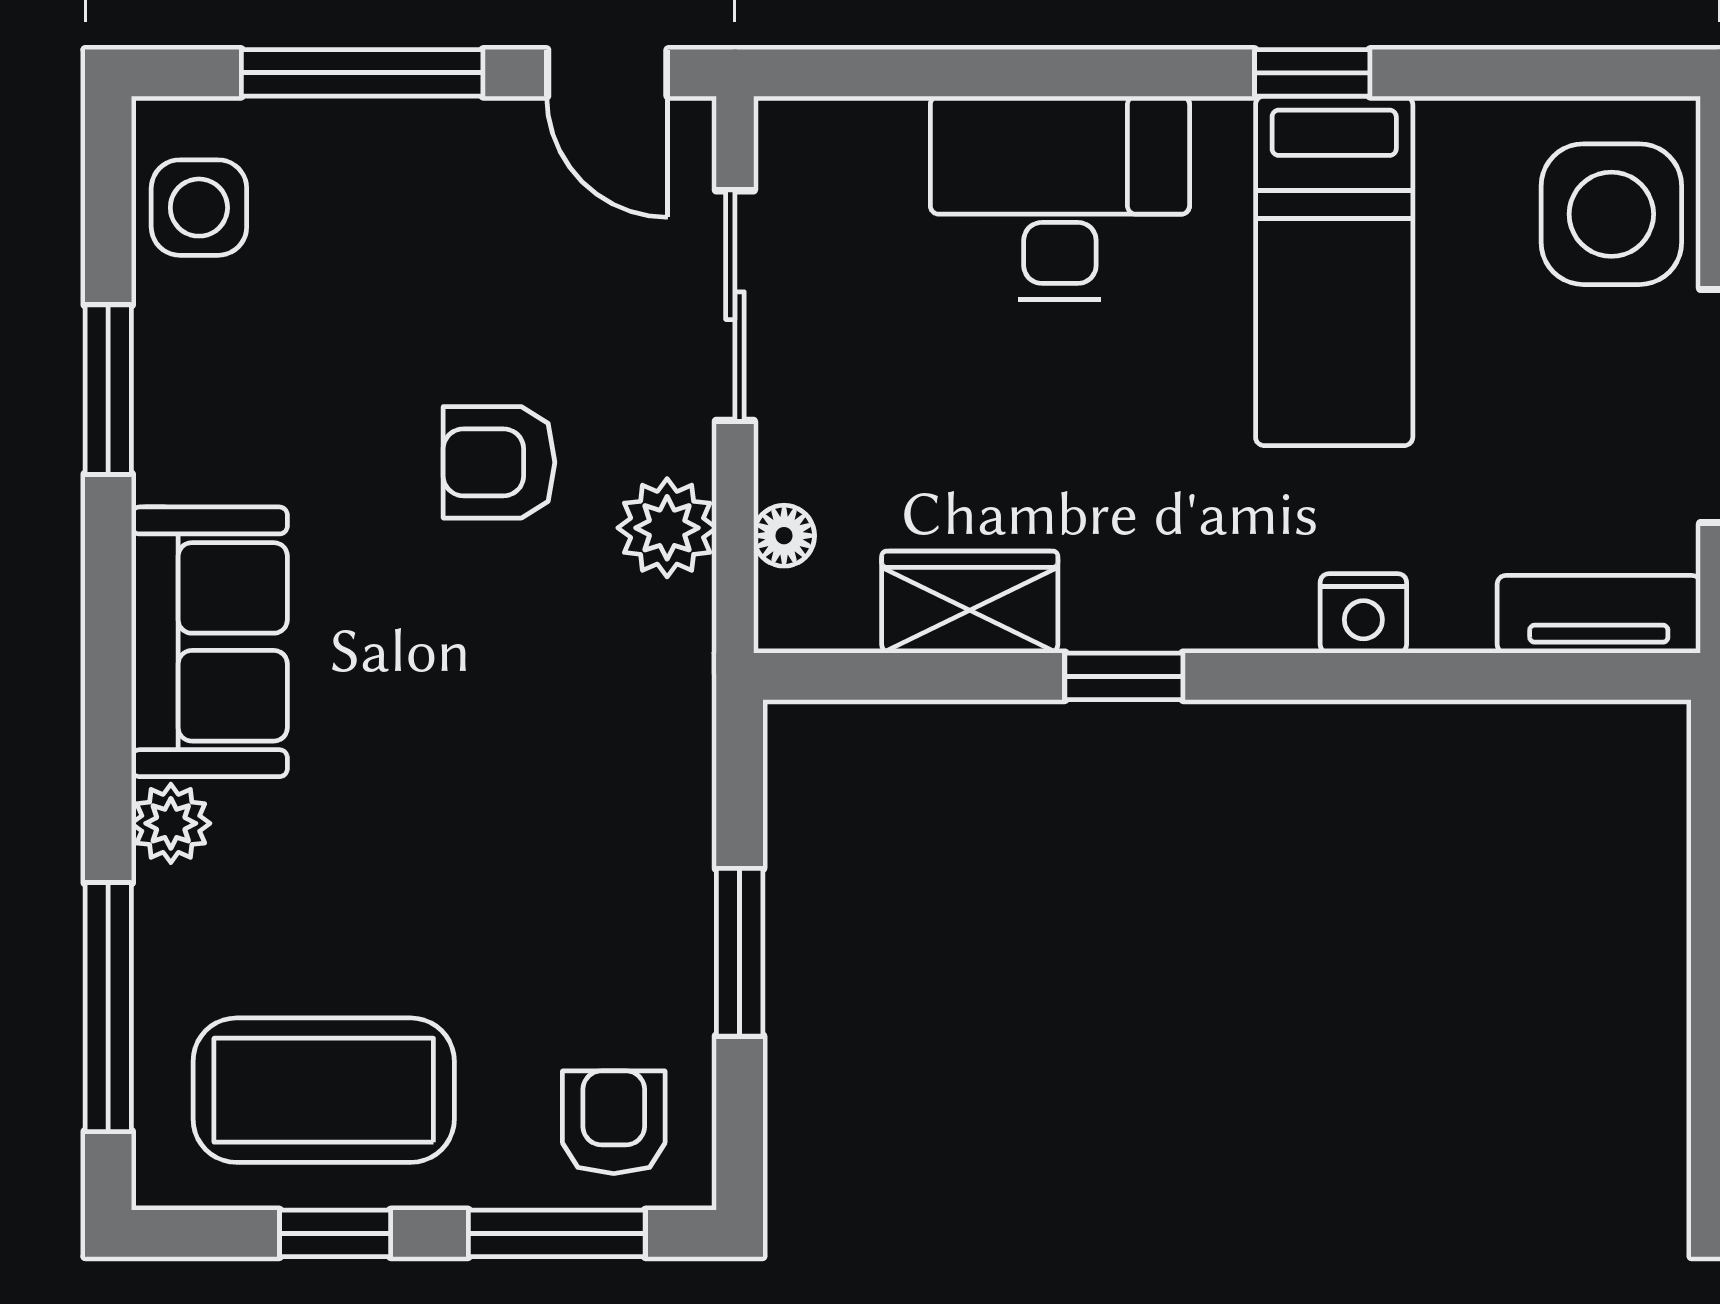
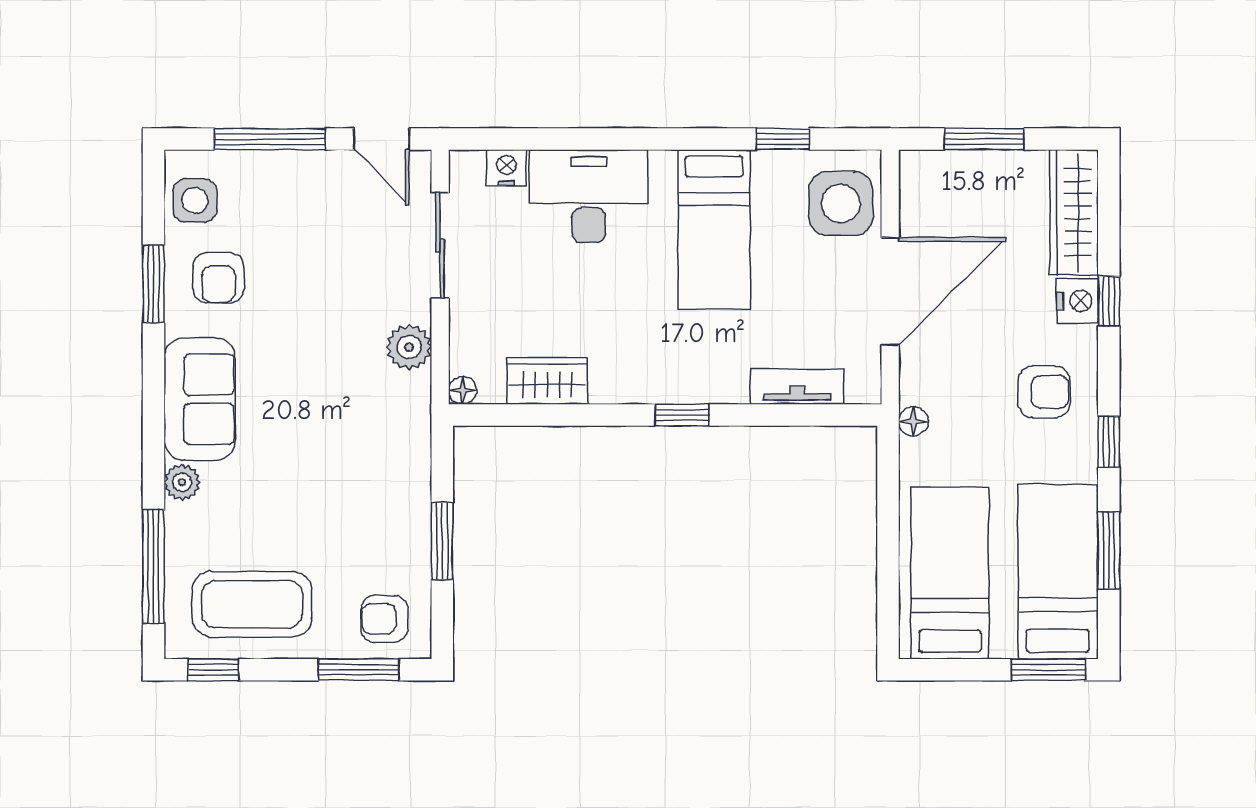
window: (1312, 73) -> (783, 139), moved
armchair: (499, 462) -> (218, 278), moved, turned -90
floor lamp: (784, 536) -> (462, 390), moved
nightstand: (1363, 613) -> (506, 168), moved, turned 180
tv unit: (1599, 614) -> (797, 387), moved
window: (1124, 676) -> (682, 415), moved
armchair: (614, 1122) -> (385, 619), turned -90
window: (335, 1233) -> (213, 670), moved

